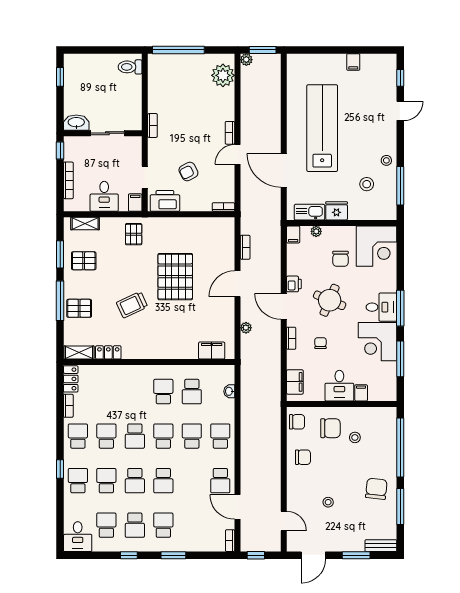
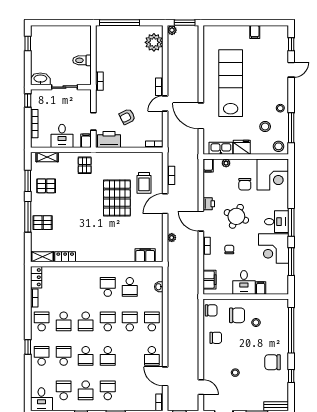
toilet: (130, 67) -> (82, 60), moved
stool: (384, 210) -> (278, 146), added
trolley: (132, 305) -> (144, 183), moved, turned -65
school desk: (106, 436) -> (64, 321), turned 180
chair: (376, 489) -> (273, 362), turned -96
window: (400, 507) -> (291, 376), width x0.46

